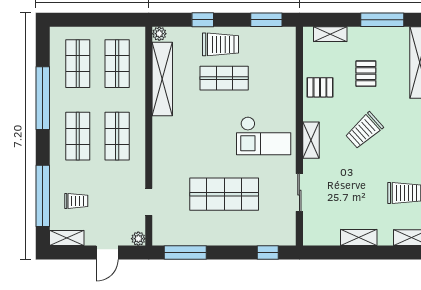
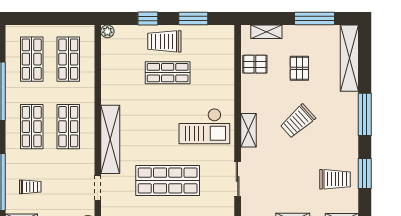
window: (266, 20) -> (193, 18), moved
trolley: (221, 44) -> (164, 41), turned 180
shelving: (162, 79) -> (110, 139), moved
pallet: (320, 87) -> (255, 64), moved

